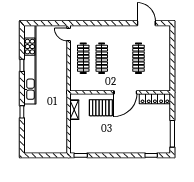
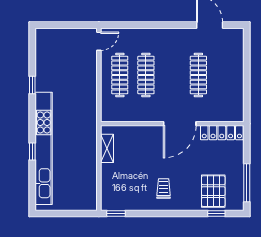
door: (69, 35) -> (99, 41), swing flipped
kitchen unit: (30, 65) -> (44, 148), moved
pallet: (101, 108) -> (213, 191), moved, turned 90
trolley: (114, 138) -> (164, 189), added

